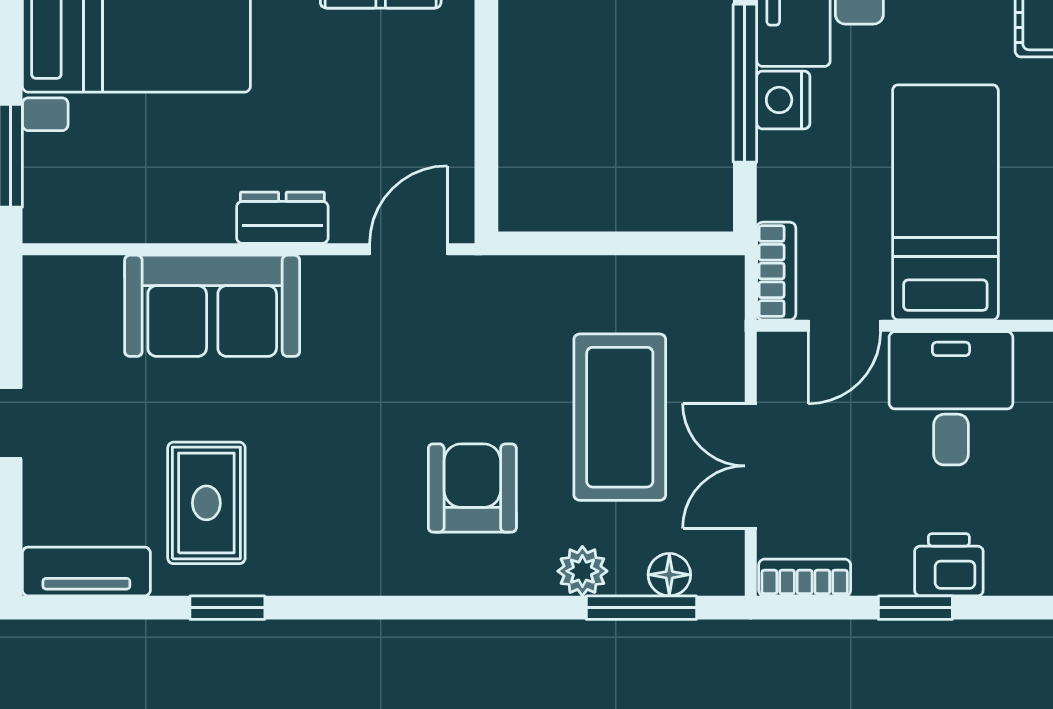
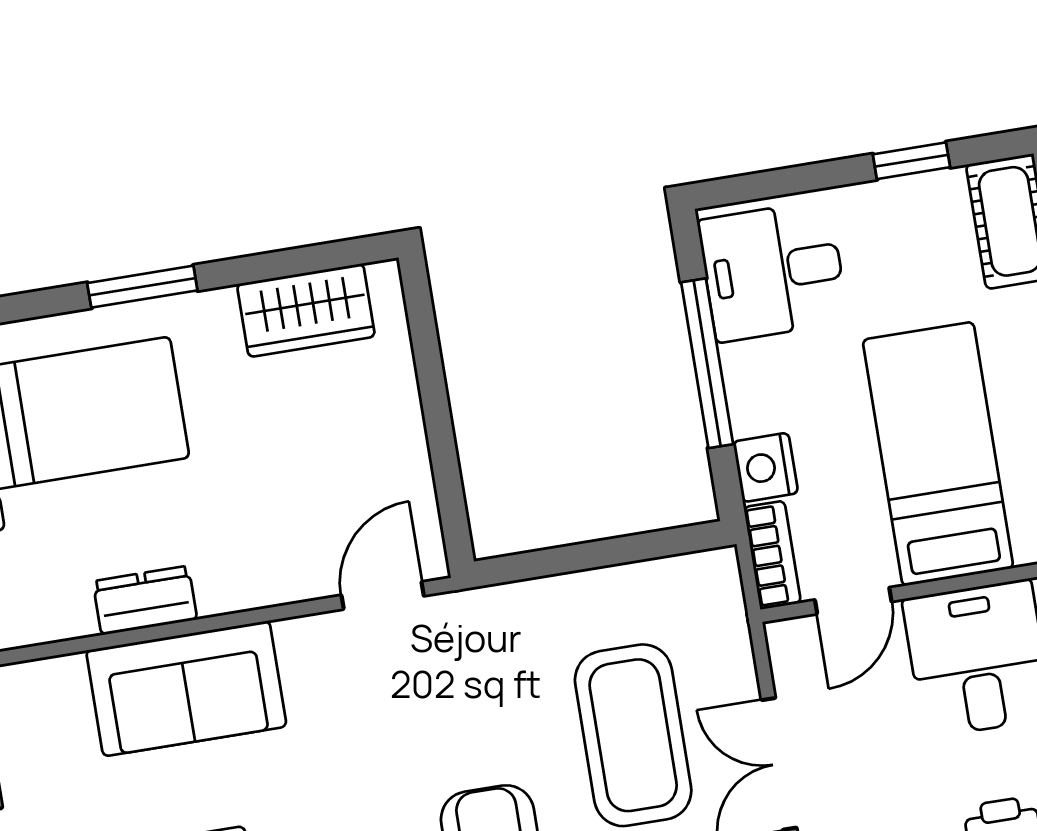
nightstand: (783, 100) -> (766, 467), moved
dresser: (282, 218) -> (145, 600), moved

